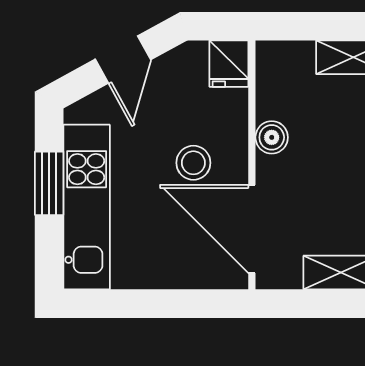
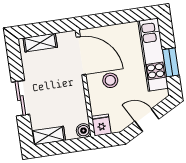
door: (123, 59) -> (147, 120), hinge flipped
boiler: (272, 137) -> (83, 131), moved

